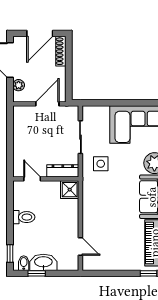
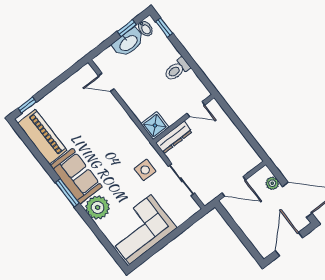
shoe rack: (61, 51) -> (258, 243), removed
door: (47, 104) -> (234, 187), hinge flipped

